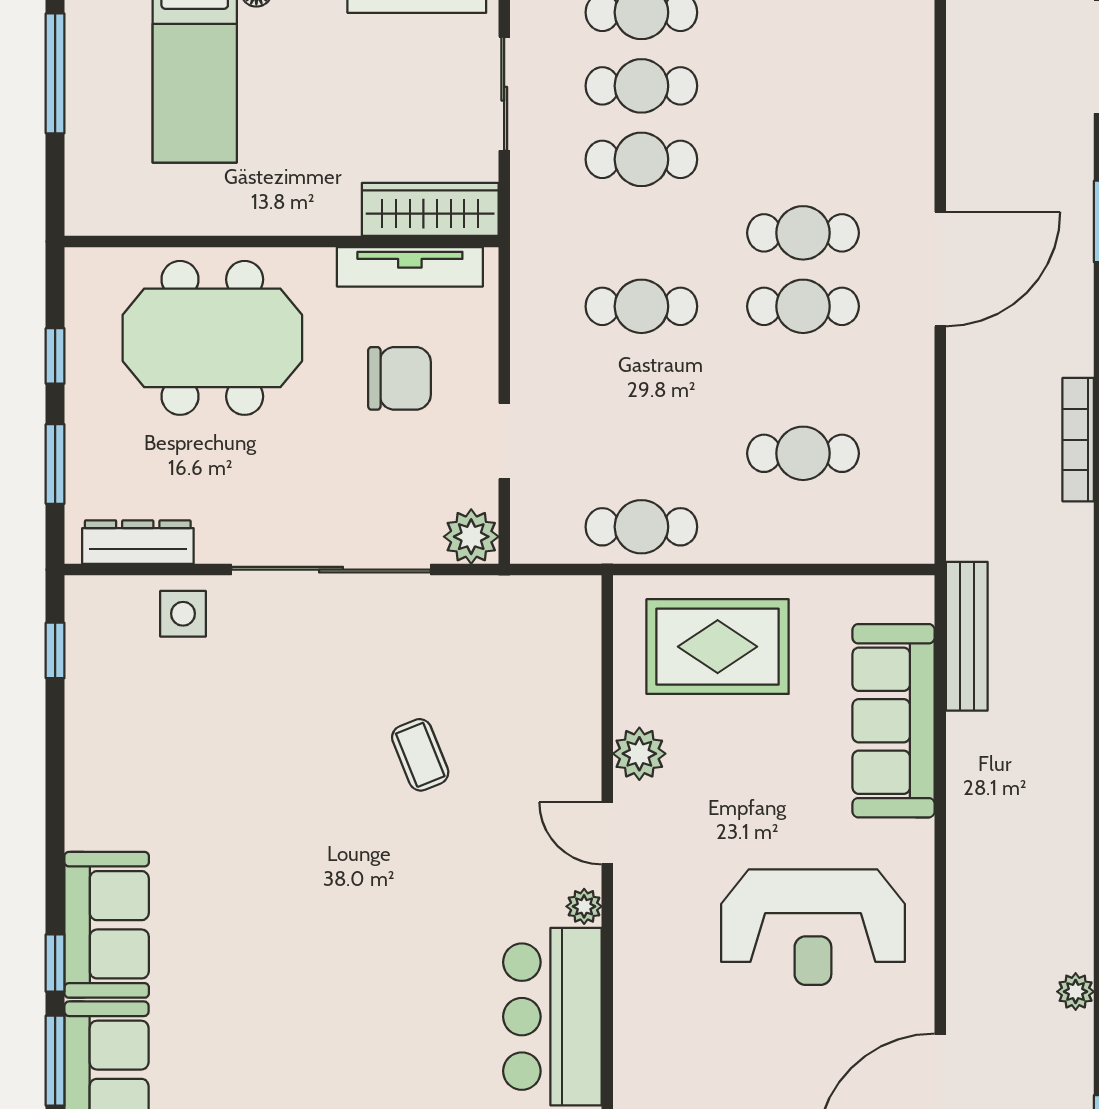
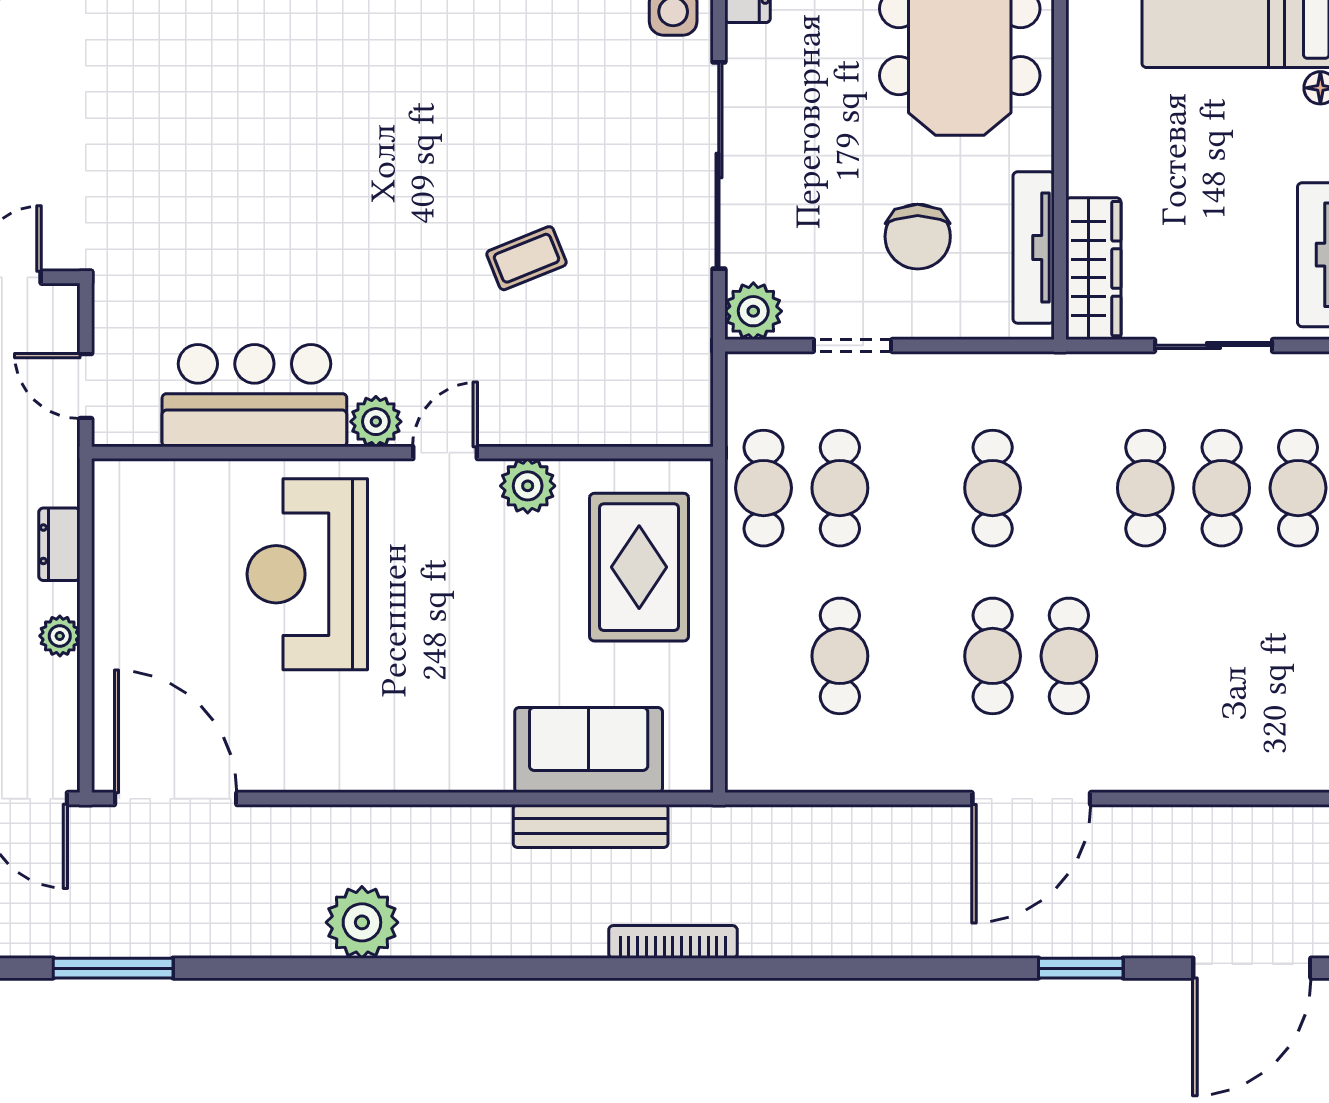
door: (940, 269) -> (1031, 799), hinge flipped
bookcase: (1078, 440) -> (673, 942), moved
cafe table: (641, 453) -> (840, 488), added
bench: (967, 636) -> (591, 826), moved
sofa: (894, 721) -> (589, 750), width x0.73
plant: (584, 906) -> (376, 422), width x1.38, depth x1.38
reception desk: (813, 927) -> (307, 574), moved
plant: (1076, 992) -> (362, 922), moved, width x1.88, depth x1.88

